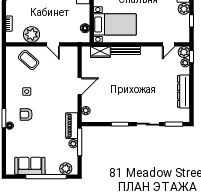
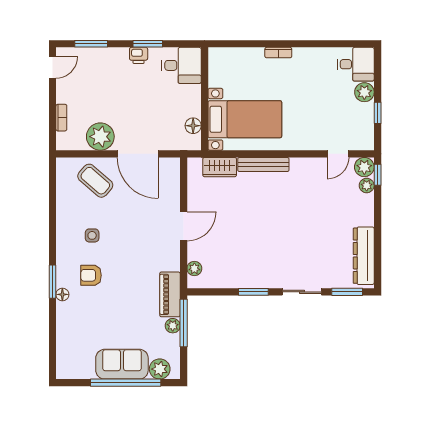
door: (53, 44) -> (138, 154), width x1.88
dresser: (184, 91) -> (364, 256), moved
sofa: (30, 166) -> (122, 364), moved

